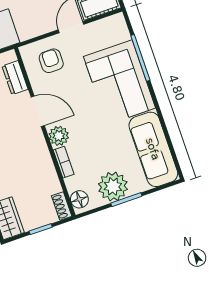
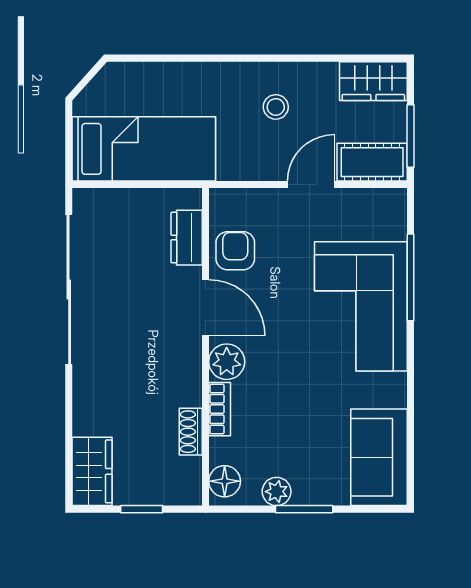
armchair: (51, 61) -> (235, 251), moved
sofa: (153, 149) -> (379, 457), width x0.73
plant: (113, 186) -> (277, 492), width x0.53, depth x0.53
shoe rack: (62, 206) -> (191, 432), moved

